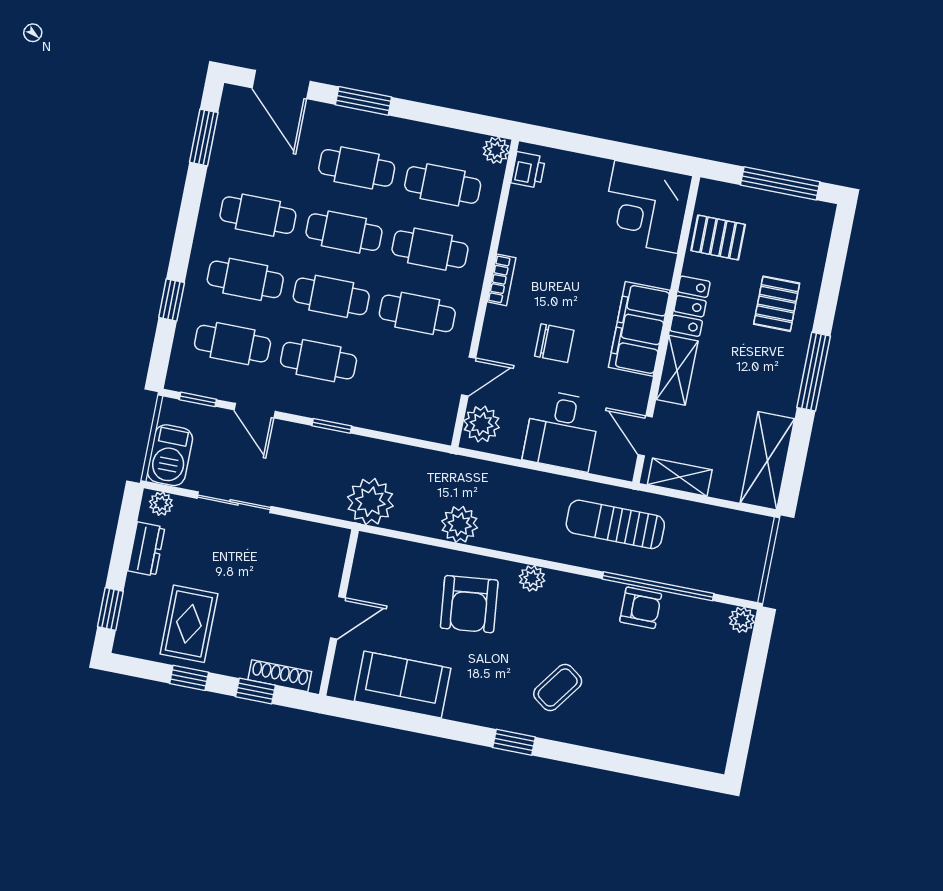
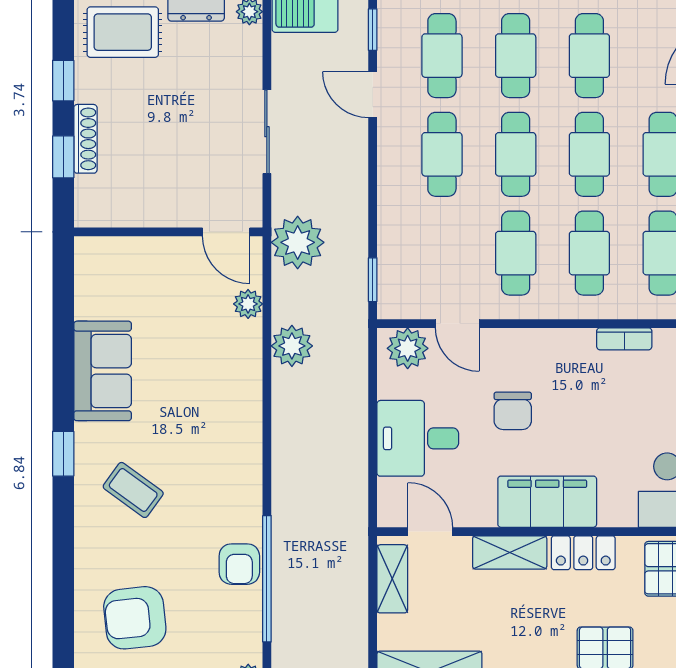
bookcase: (502, 280) -> (624, 339), moved
door: (255, 411) -> (373, 95), hinge flipped
window: (332, 426) -> (373, 280), moved
door: (645, 436) -> (430, 532), hinge flipped
sliding door: (234, 502) -> (267, 132), moved
sun lounger: (615, 524) -> (326, 518), removed
plant: (532, 578) -> (248, 304), moved
armchair: (469, 604) -> (135, 618), moved
door: (338, 618) -> (226, 232), moved
rug: (189, 624) -> (123, 32), moved
shoe rack: (280, 676) -> (85, 139), moved
sofa: (403, 685) -> (103, 371), moved

